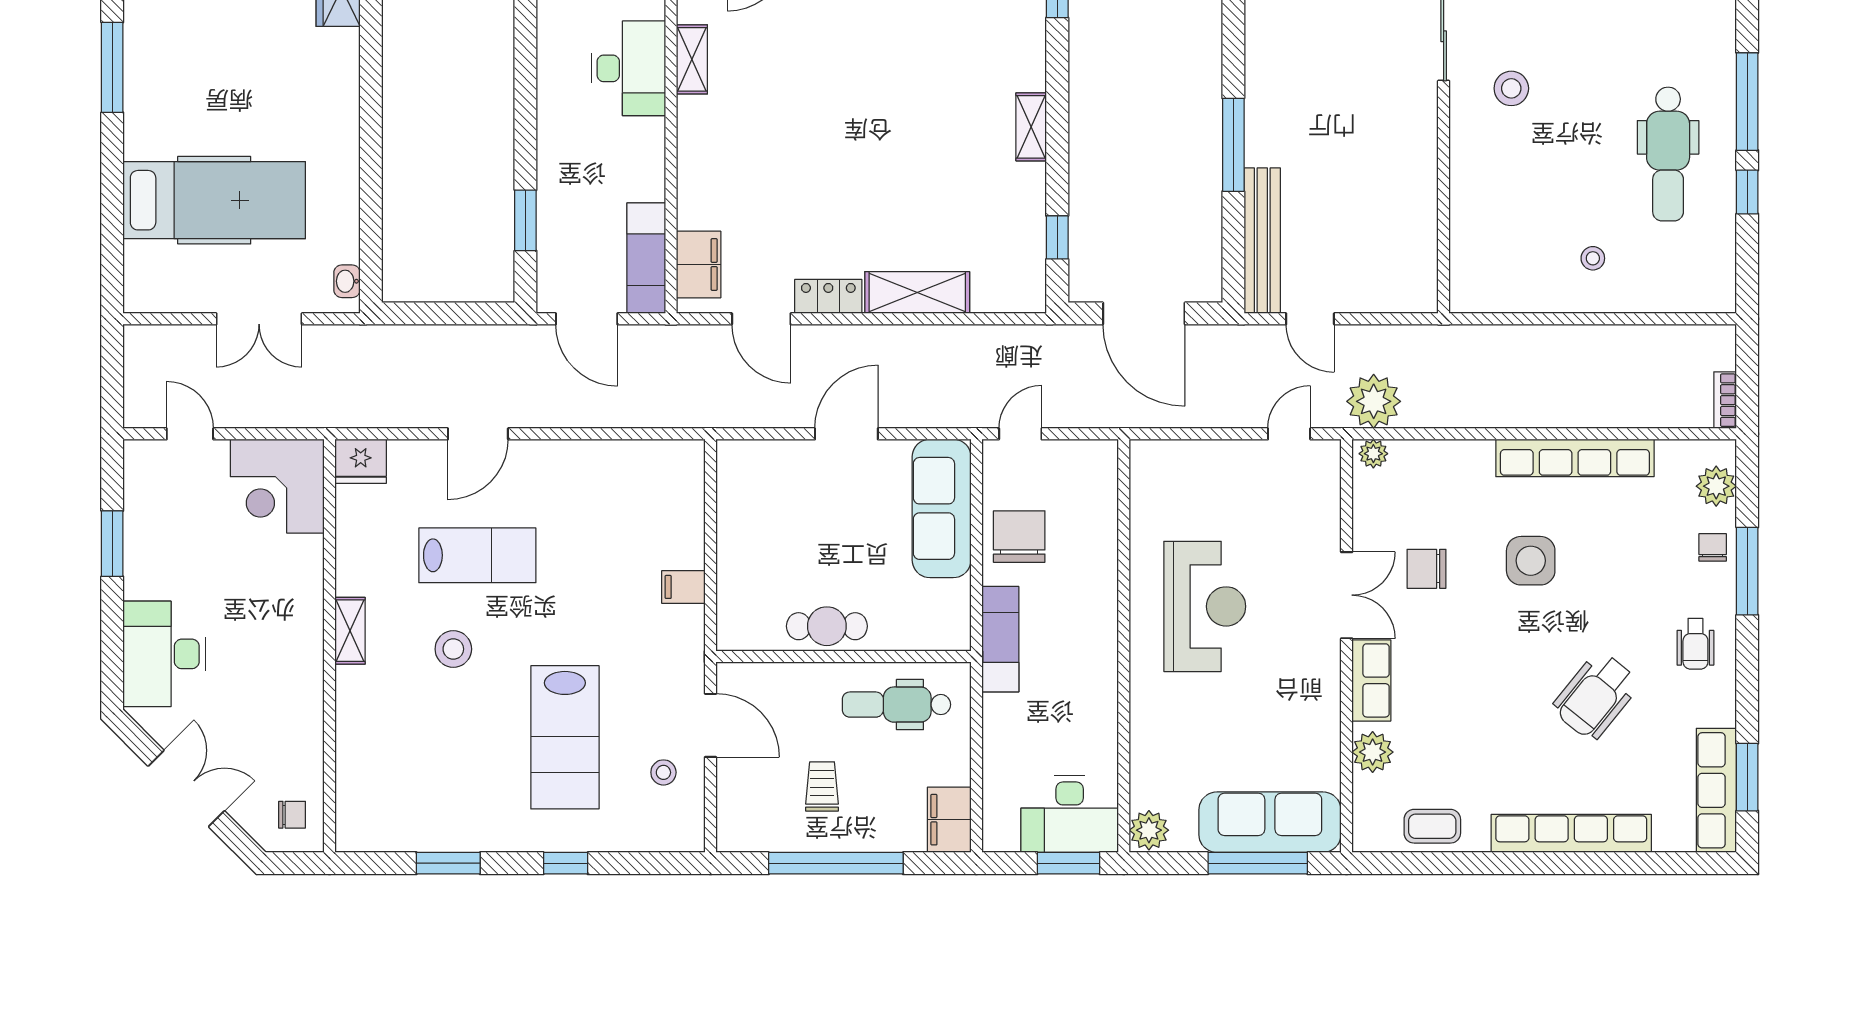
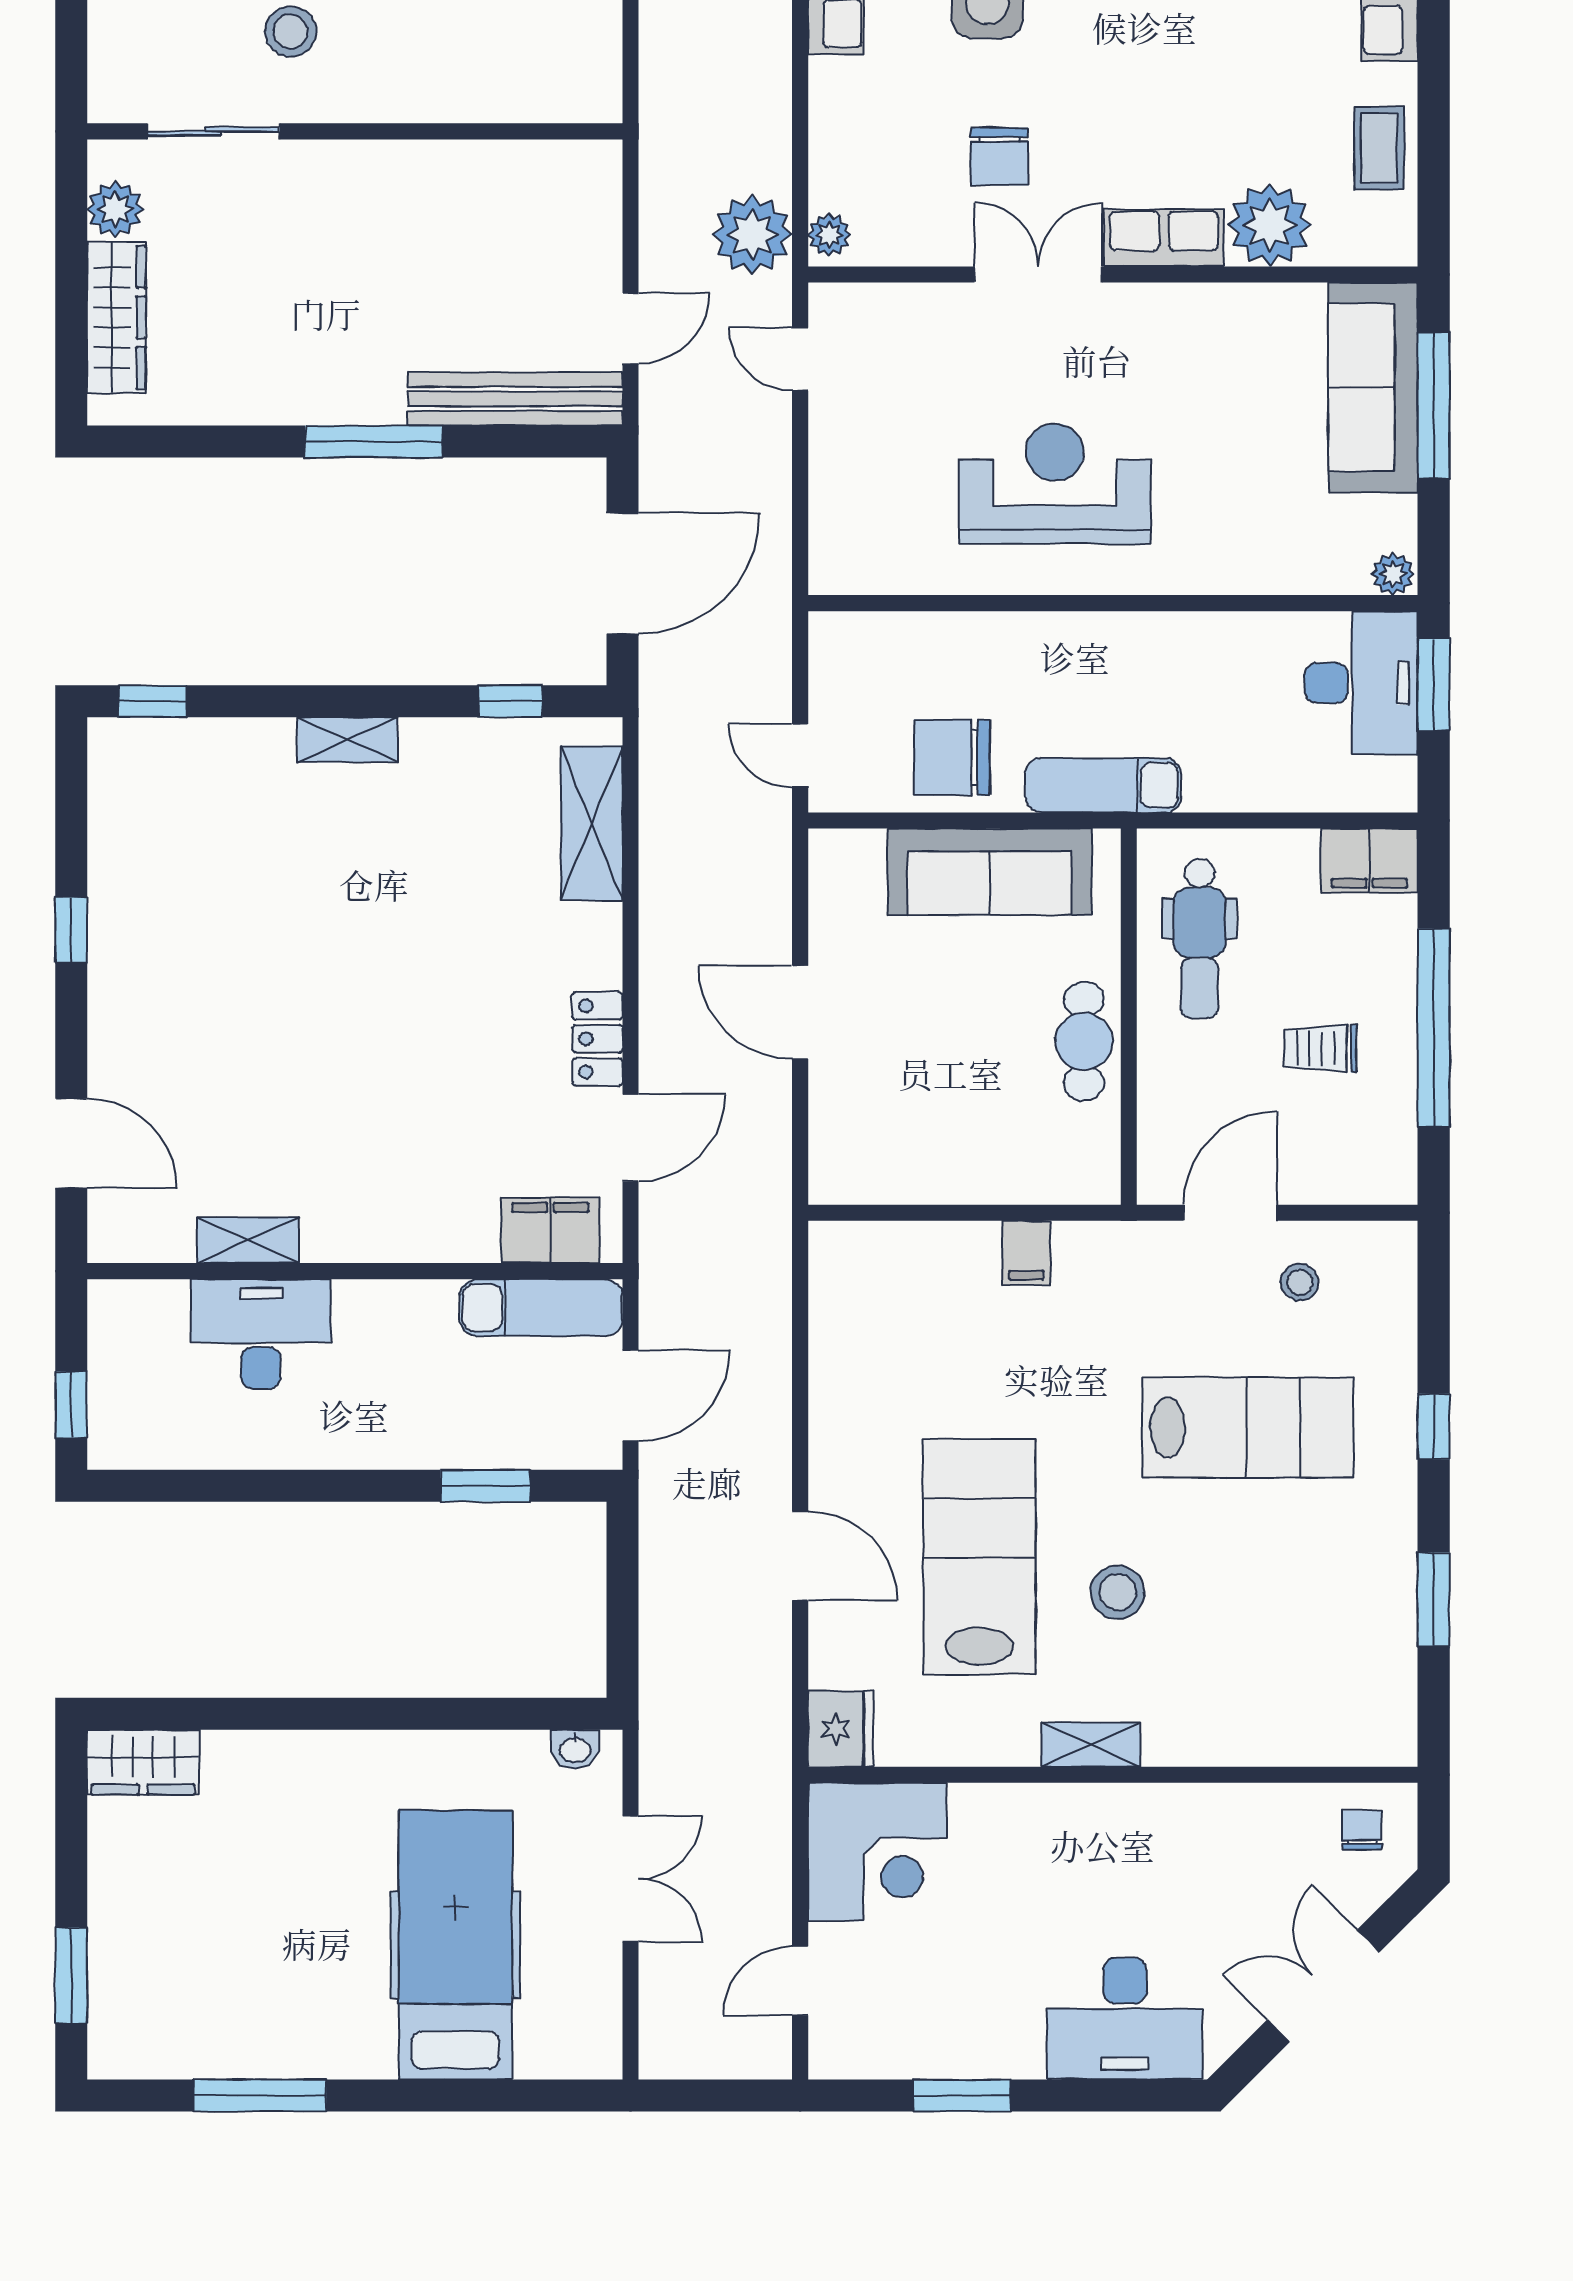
shelving: (917, 292) -> (592, 823), moved
sofa: (942, 508) -> (990, 872), moved
lab bench: (477, 555) -> (979, 1557), width x1.36, depth x1.39
plant: (1373, 752) -> (1270, 225), width x1.36, depth x1.36
plant: (1149, 830) -> (1393, 574), width x0.73, depth x0.73

